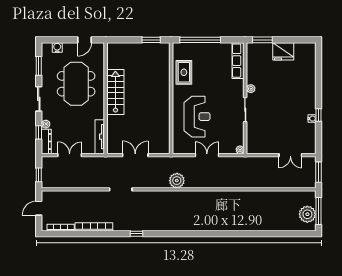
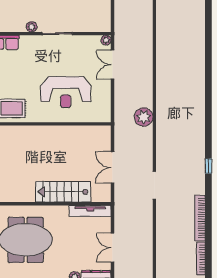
stairs: (115, 92) -> (63, 192), moved
reception desk: (197, 117) -> (66, 92), turned 180
double door: (207, 155) -> (113, 65), moved

